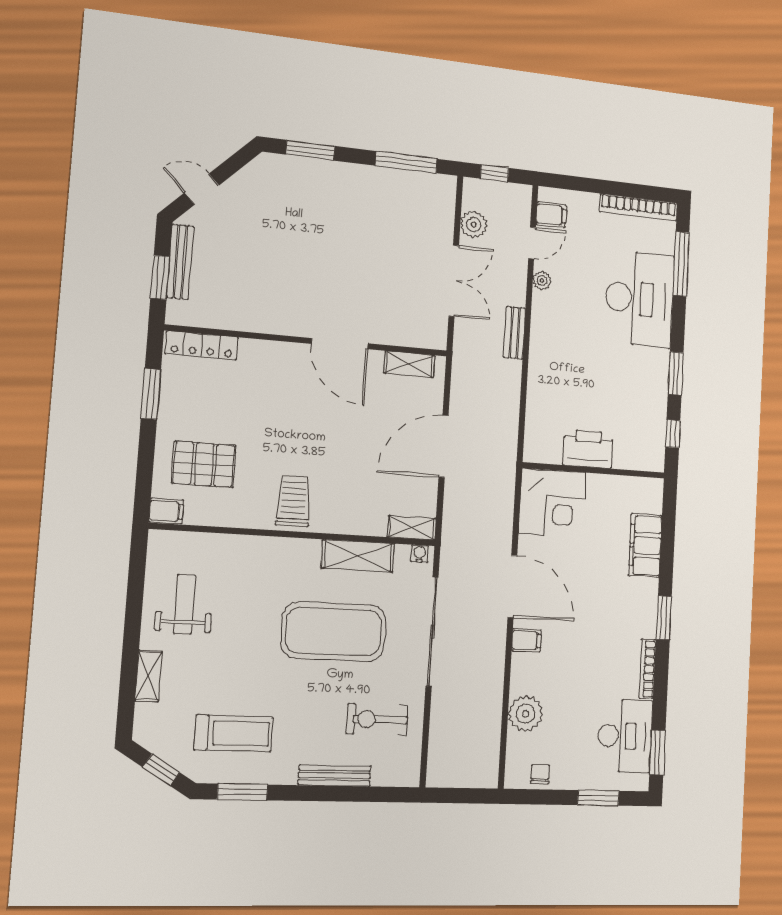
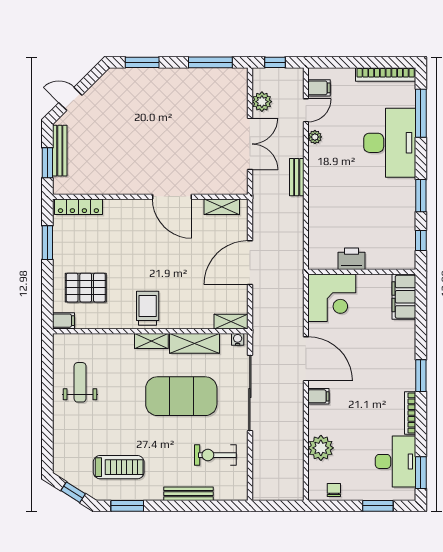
printer: (588, 449) -> (352, 259), width x0.73, depth x0.84
filing cabinet: (645, 545) -> (404, 297), moved
shelving: (148, 676) -> (151, 341), moved, turned 90

